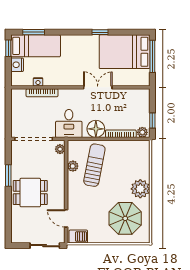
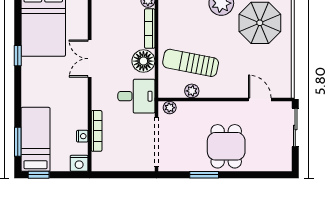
nightstand: (17, 65) -> (79, 163), moved
door: (66, 218) -> (260, 100), swing flipped
barbecue: (78, 237) -> (283, 84), removed

